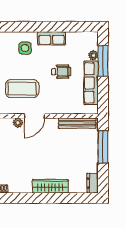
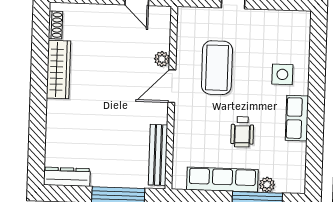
door: (34, 116) -> (172, 86), hinge flipped
dresser: (92, 183) -> (67, 177), width x1.44
wardrobe: (50, 186) -> (58, 70), moved

